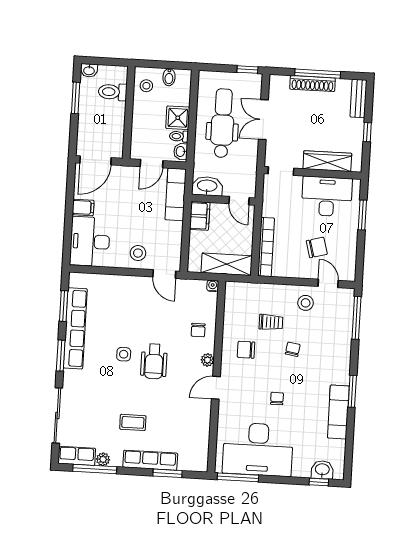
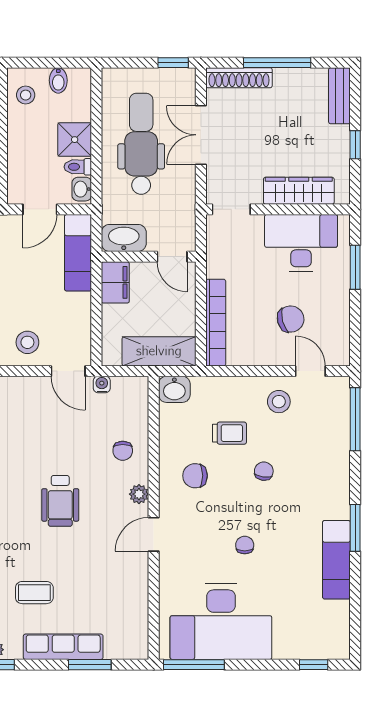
shoe rack: (313, 84) -> (239, 78), moved
water cooler: (213, 286) -> (102, 384), moved
side table: (124, 354) -> (15, 493), removed
washbasin: (322, 470) -> (174, 389), moved, turned 180

